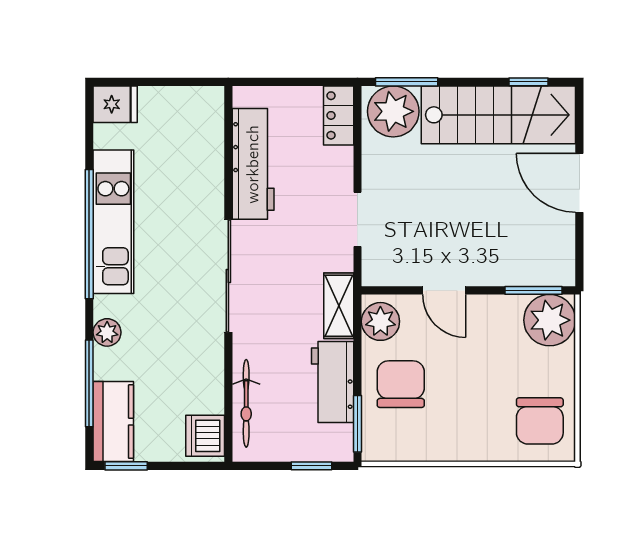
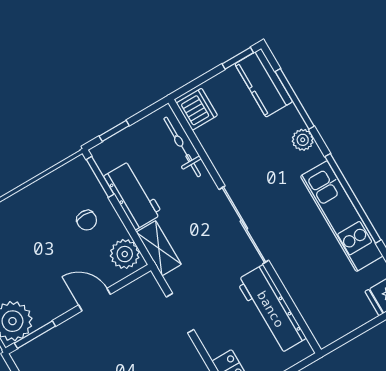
chair: (401, 384) -> (87, 220), width x0.54, depth x0.54

